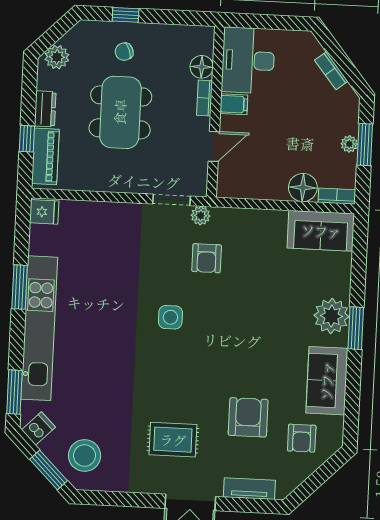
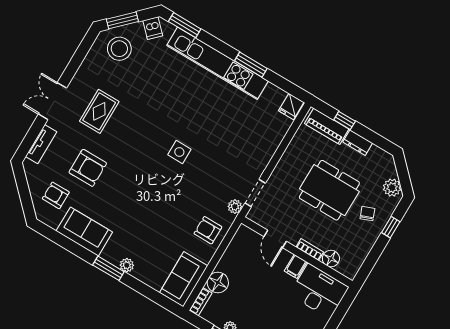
plant: (57, 57) -> (392, 188), moved
armchair: (207, 258) -> (208, 230), moved
plant: (332, 316) -> (127, 265), width x0.53, depth x0.53

